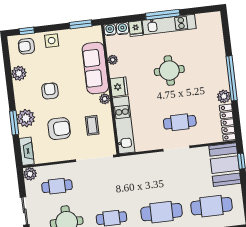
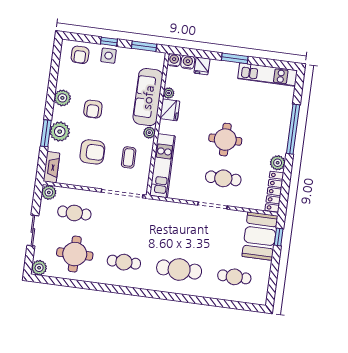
window: (163, 15) -> (235, 58), width x0.69
kitchen unit: (169, 24) -> (267, 75), moved
window: (27, 31) -> (109, 42), moved
armchair: (26, 46) -> (80, 55), turned -90
round table: (169, 71) -> (225, 140), moved
plant: (19, 73) -> (62, 98), moved
window: (232, 78) -> (293, 129), moved
fridge: (119, 87) -> (170, 110), moved
armchair: (50, 91) -> (93, 109), turned 180
cafe table: (212, 206) -> (234, 277), width x0.73, depth x0.74

